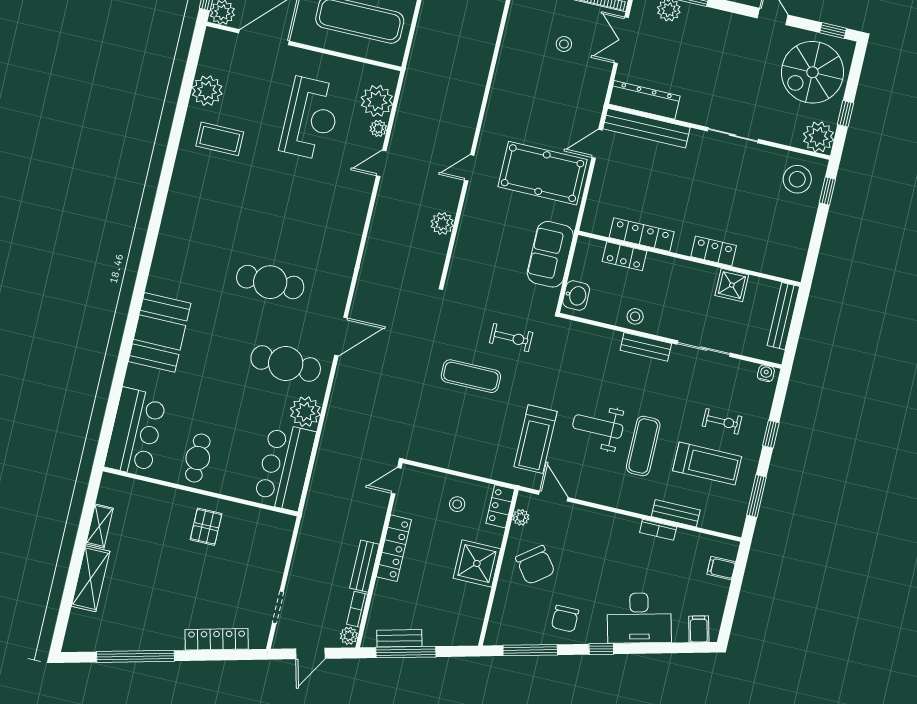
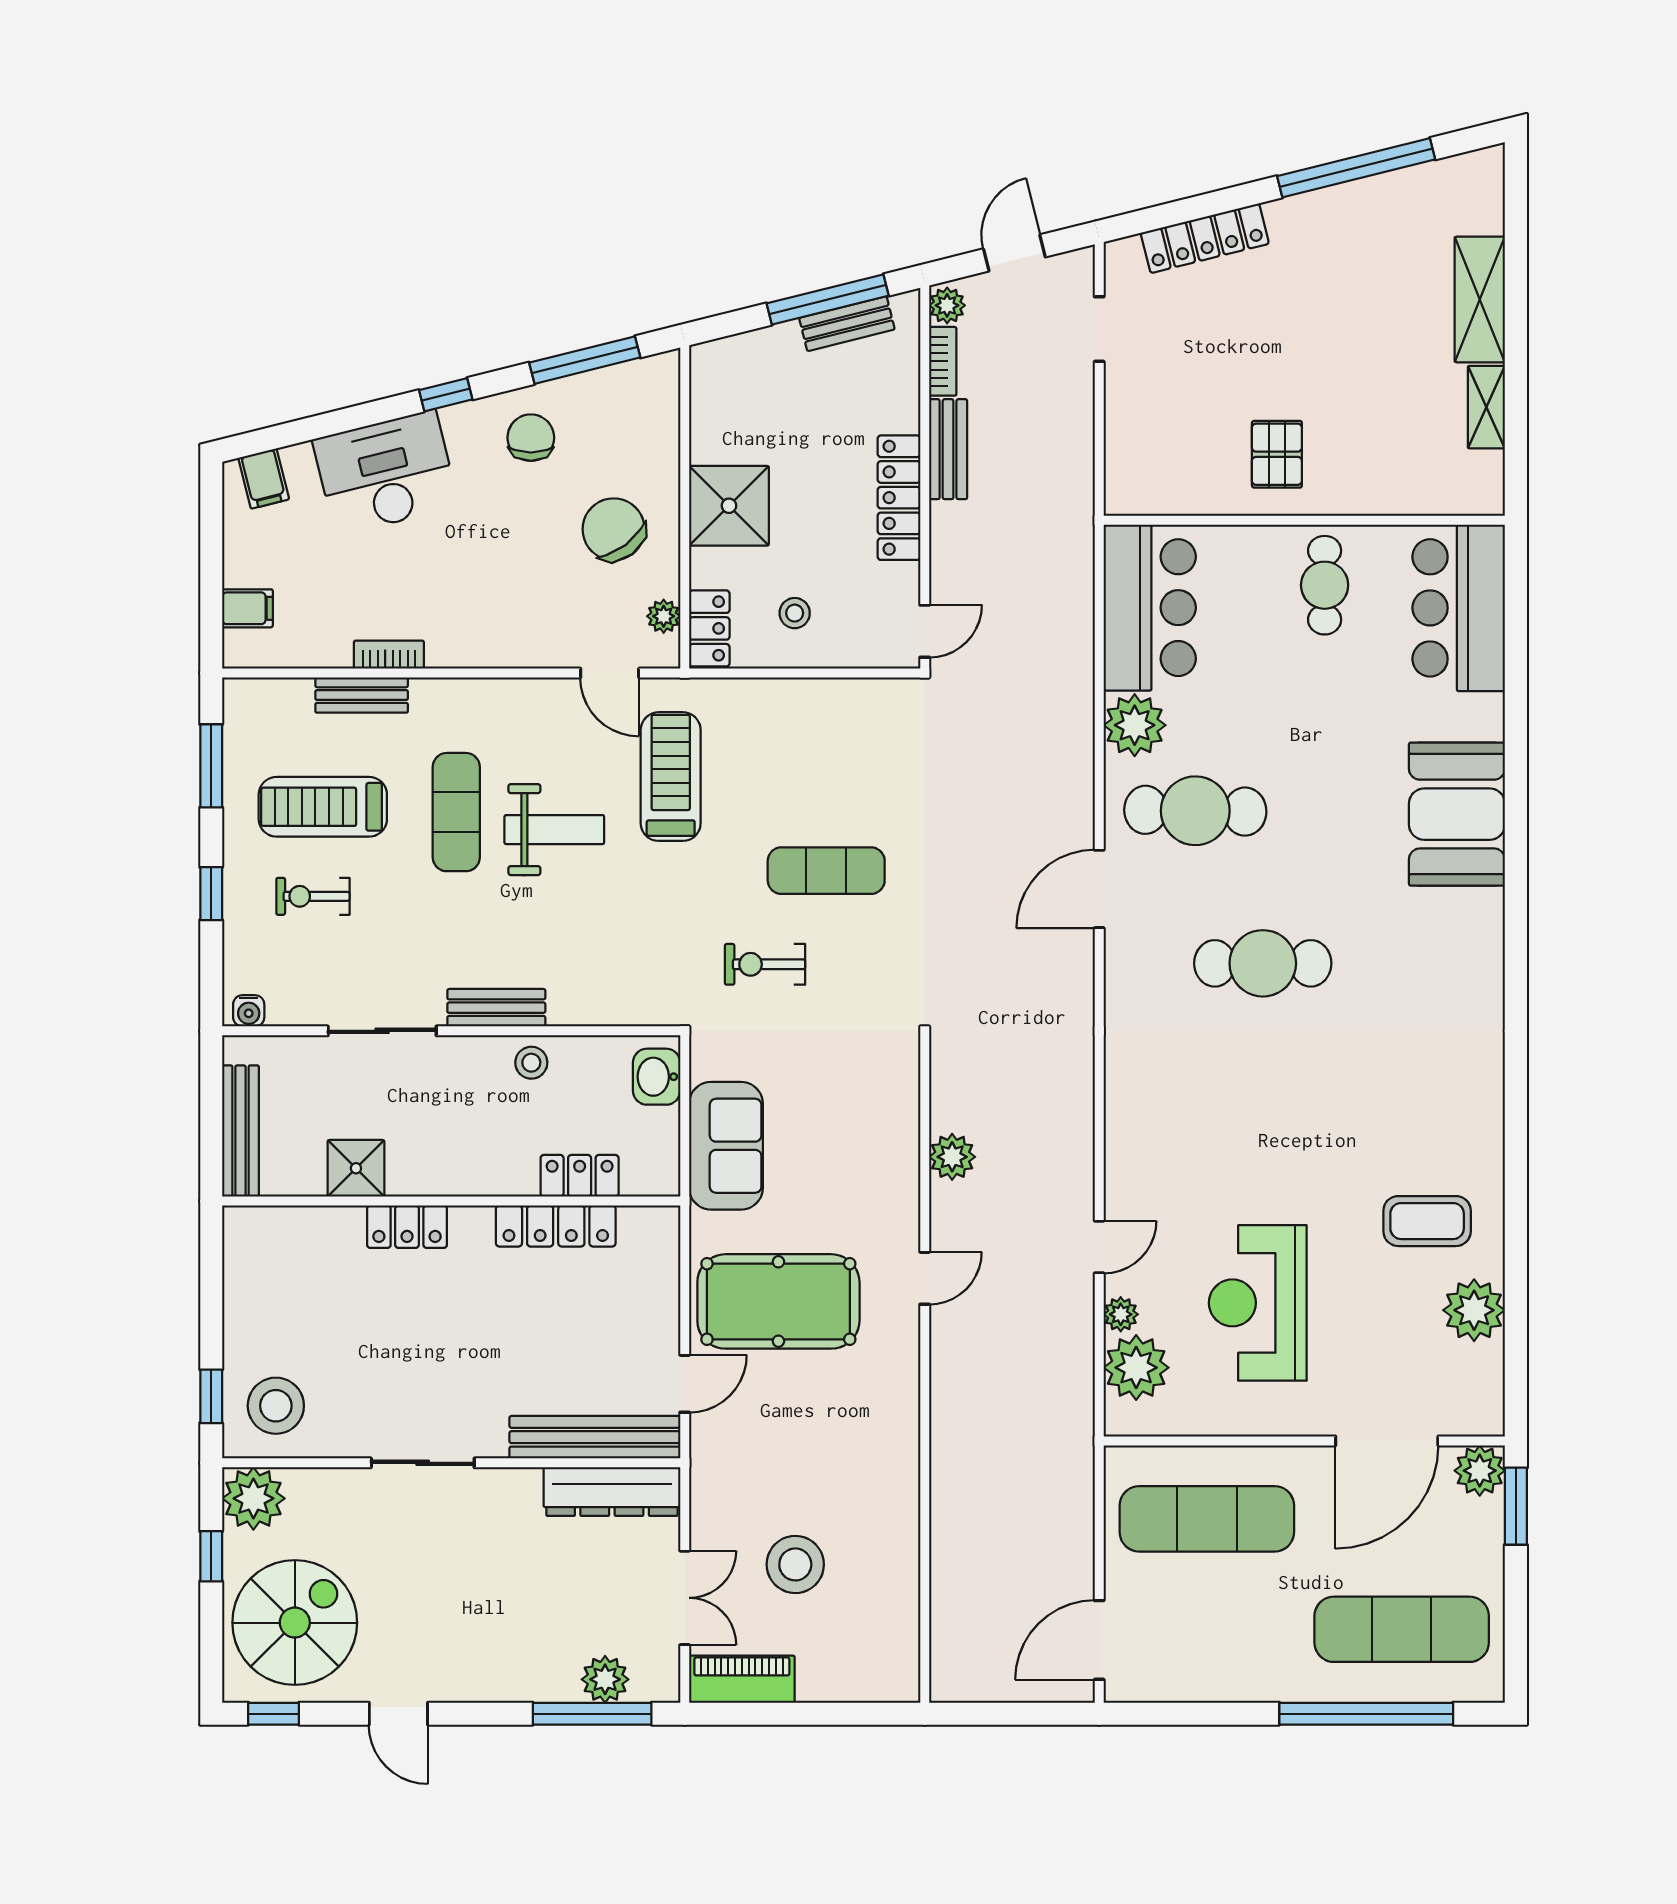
stool: (564, 44) -> (795, 1564), width x1.89, depth x1.89

